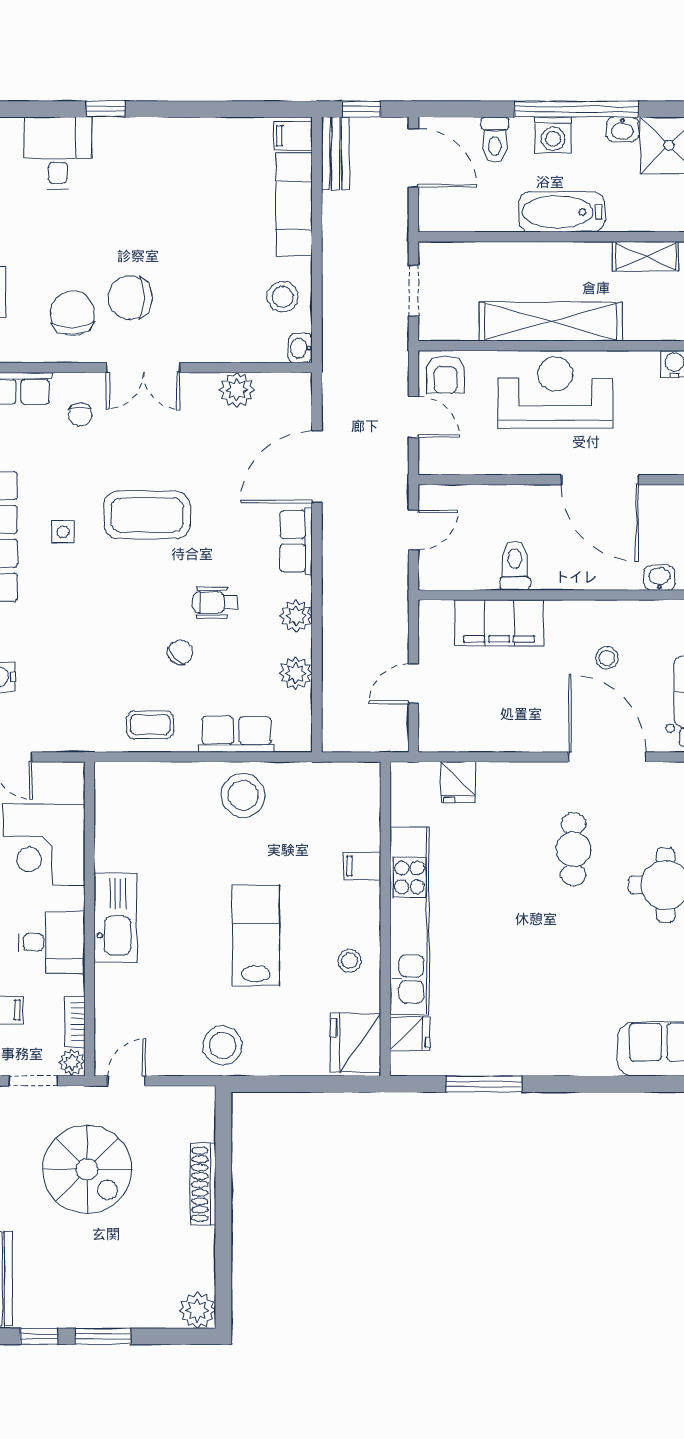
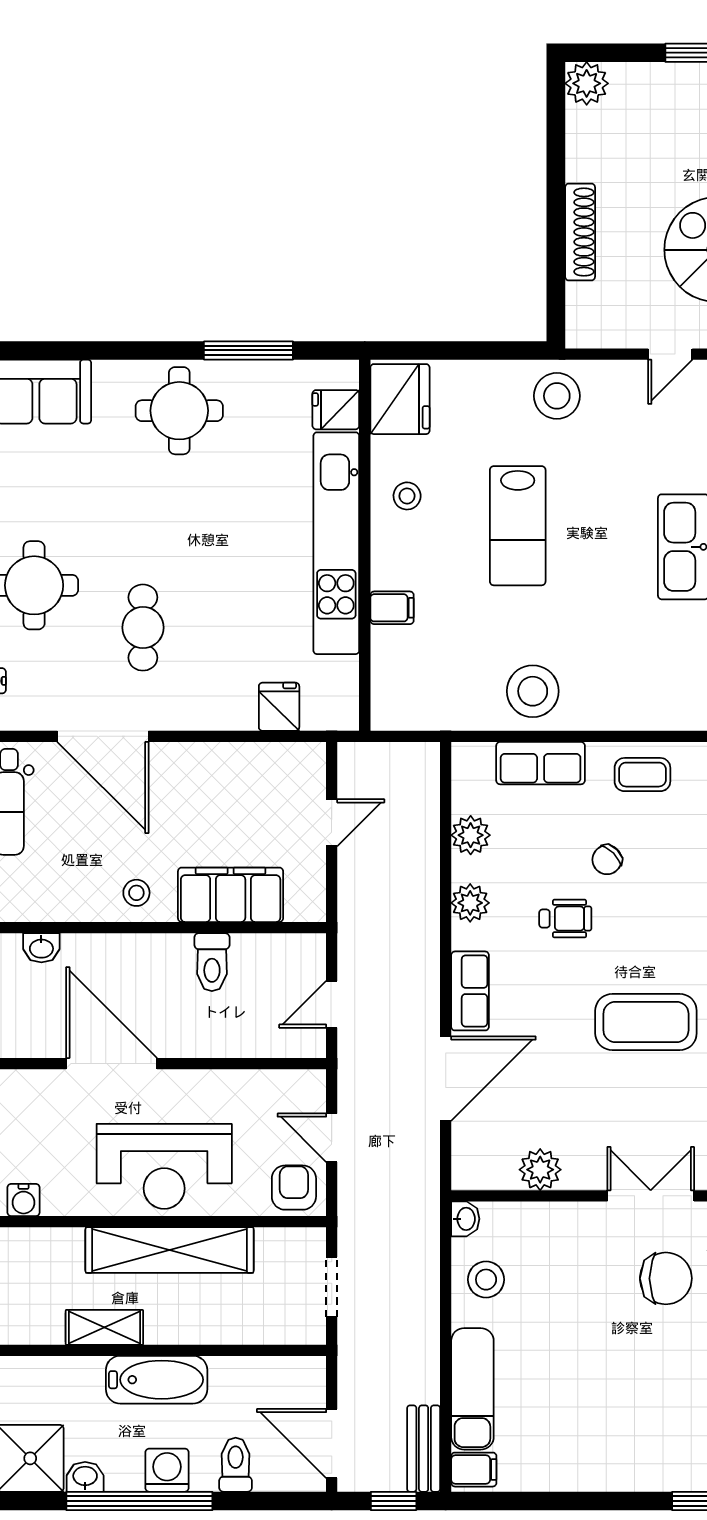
shelving: (646, 256) -> (104, 1327), moved
stool: (607, 658) -> (136, 893), moved
round table: (543, 1033) -> (179, 411), added

